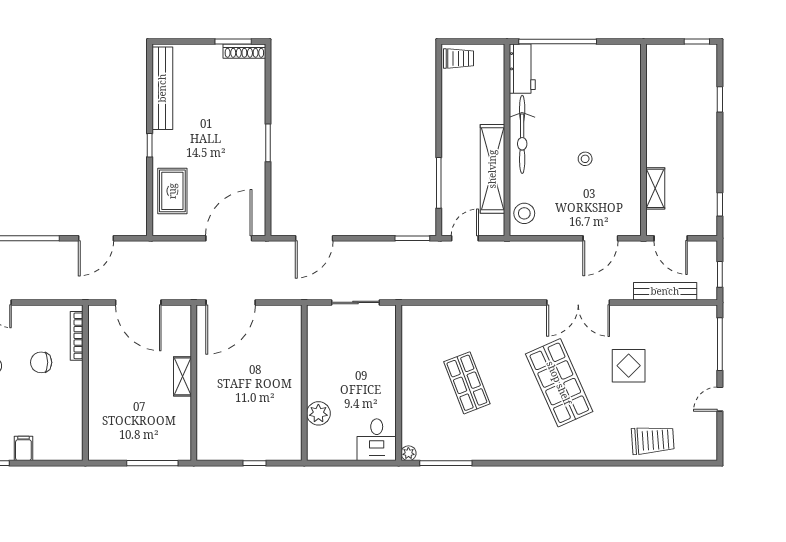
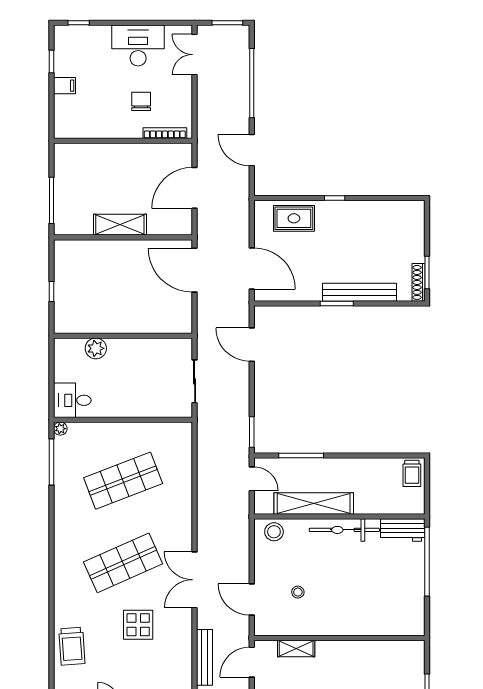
bench: (162, 88) -> (359, 292), moved
stool: (585, 159) -> (298, 592), moved
shelving: (182, 376) -> (120, 225), width x1.50, depth x1.33
shop shelf: (467, 383) -> (123, 481), width x1.43, depth x1.36

